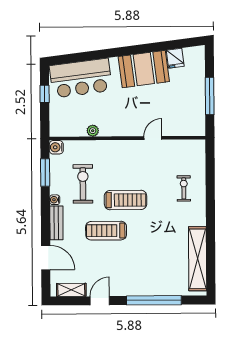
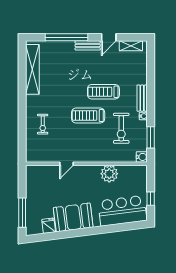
window: (210, 96) -> (22, 213), moved
plant: (93, 131) -> (109, 174), width x1.88, depth x1.88
treadmill: (106, 231) -> (103, 92), turned 180
door: (46, 258) -> (151, 71), removed
bench: (127, 290) -> (88, 45), added

